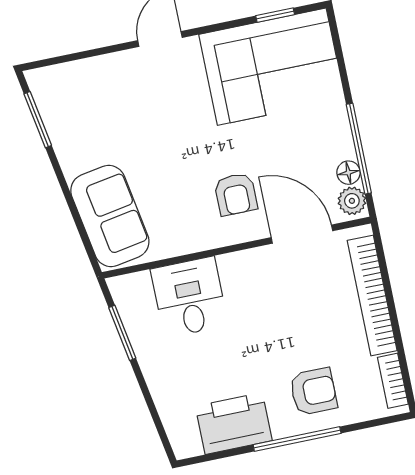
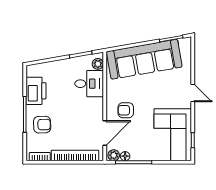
sofa: (110, 216) -> (144, 59), width x1.85, depth x1.27
plant: (137, 286) -> (98, 64), added
armchair: (313, 392) -> (42, 125), turned -92

